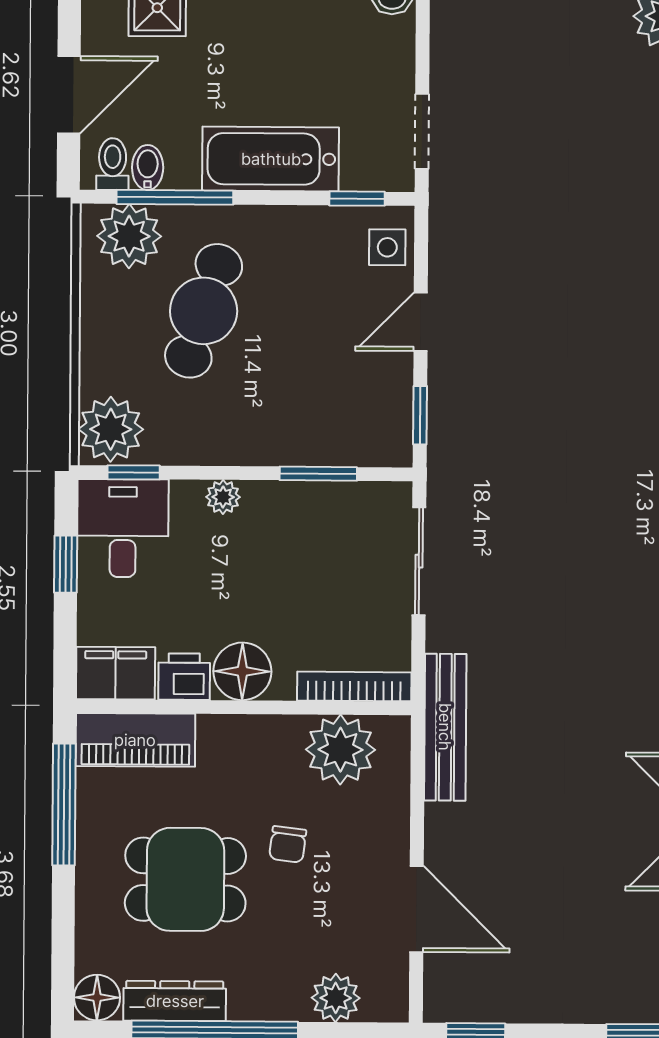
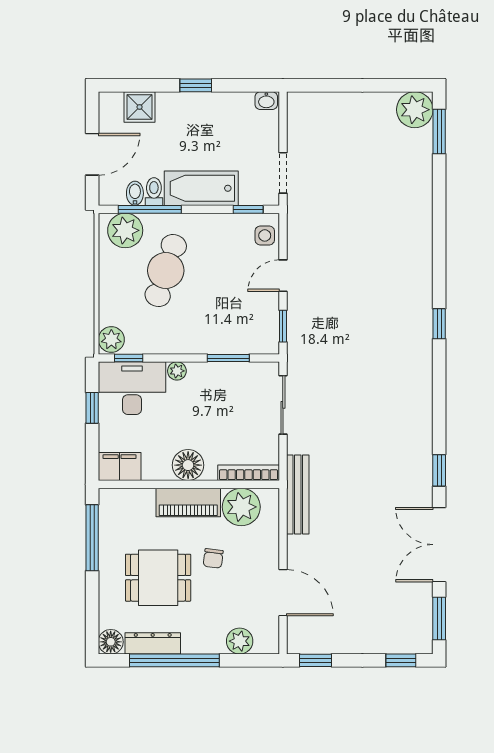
toilet: (113, 164) -> (154, 192), moved
plant: (111, 429) -> (111, 340), width x0.73, depth x0.73
desk: (123, 528) -> (132, 388), width x1.37
printer: (184, 677) -> (157, 468), removed
piano: (135, 740) -> (188, 503), moved

